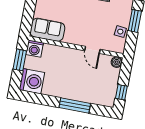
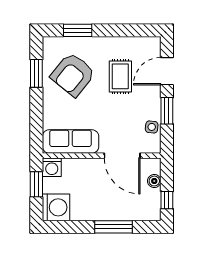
sofa: (47, 30) -> (71, 141), width x1.36
door: (92, 50) -> (122, 156), width x1.88
boiler: (117, 62) -> (154, 181), moved

